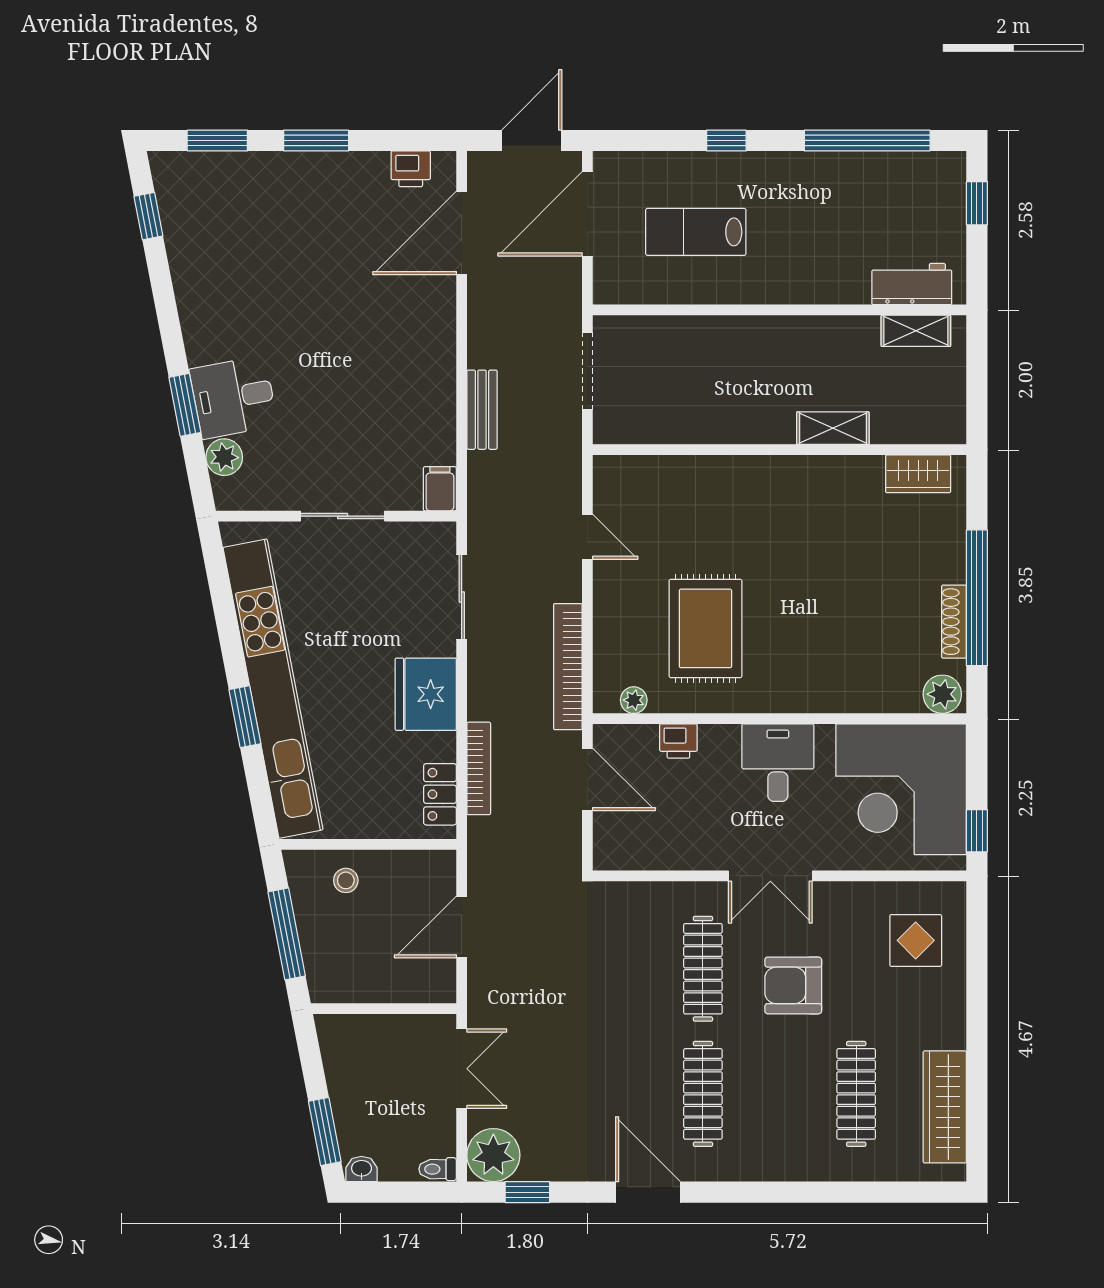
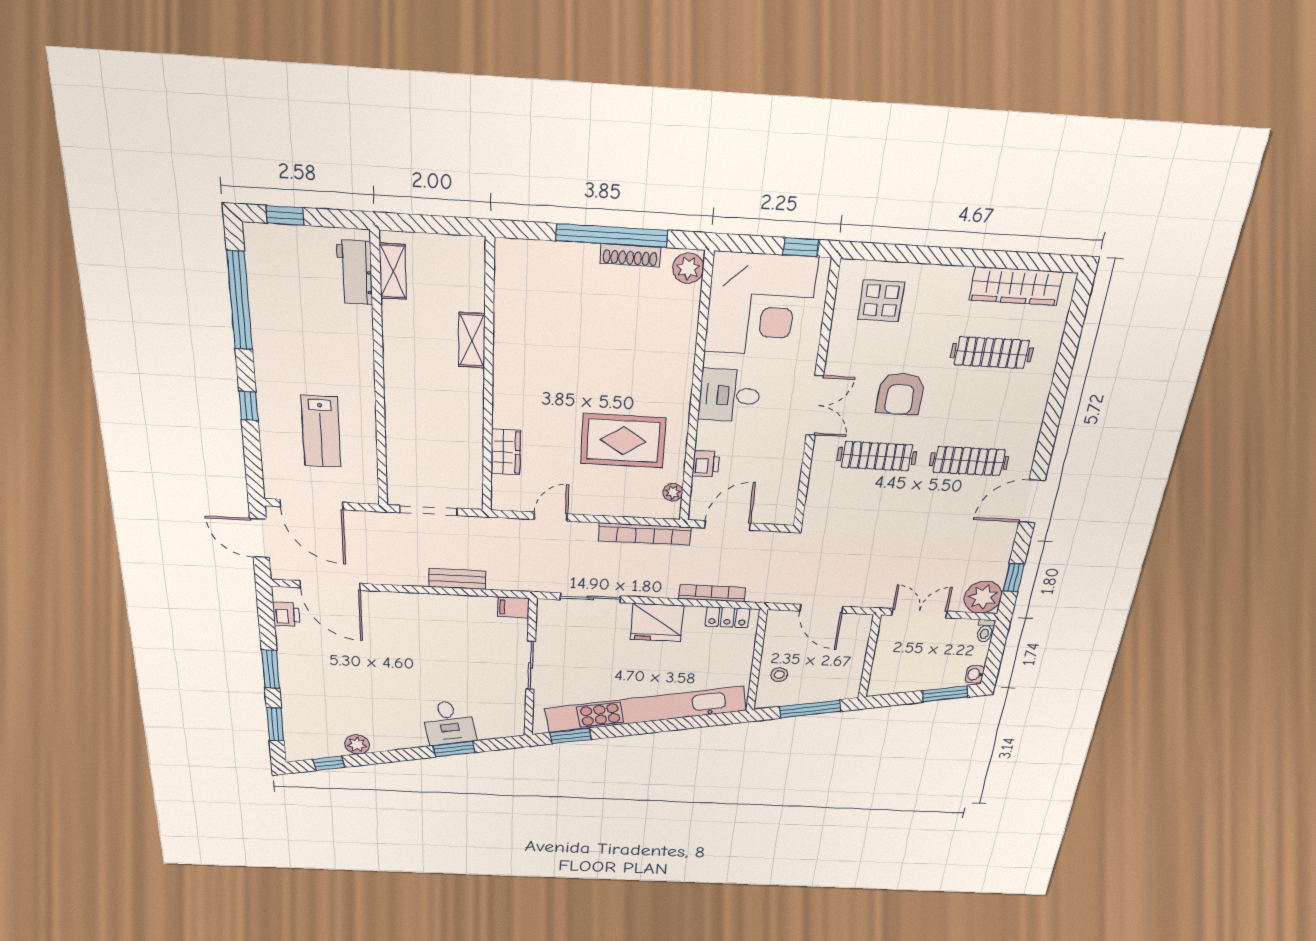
plant: (224, 457) -> (357, 744), moved
wardrobe: (918, 474) -> (506, 452), moved
window: (245, 717) -> (571, 736), moved

